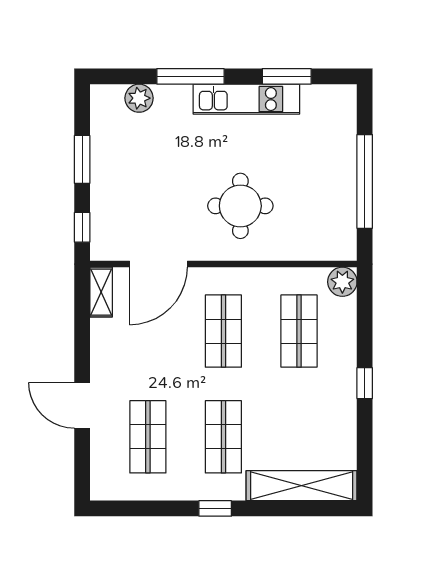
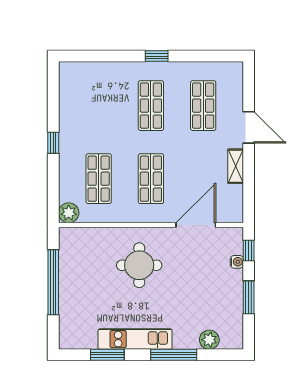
water cooler: (99, 211) -> (237, 262), added
shelving: (101, 292) -> (236, 166), moved
shelving: (302, 486) -> (97, 72), removed

